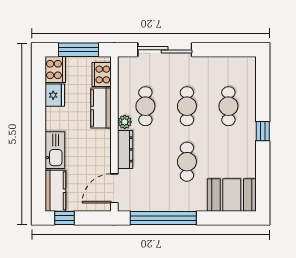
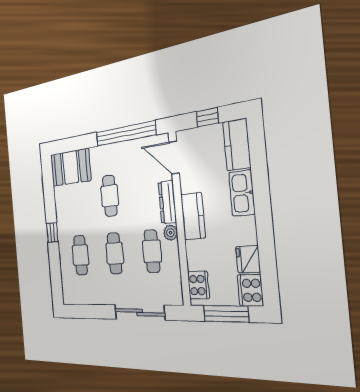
kitchen counter: (101, 108) -> (193, 216), moved
door: (114, 188) -> (174, 158), swing flipped
window: (65, 218) -> (207, 117), moved

